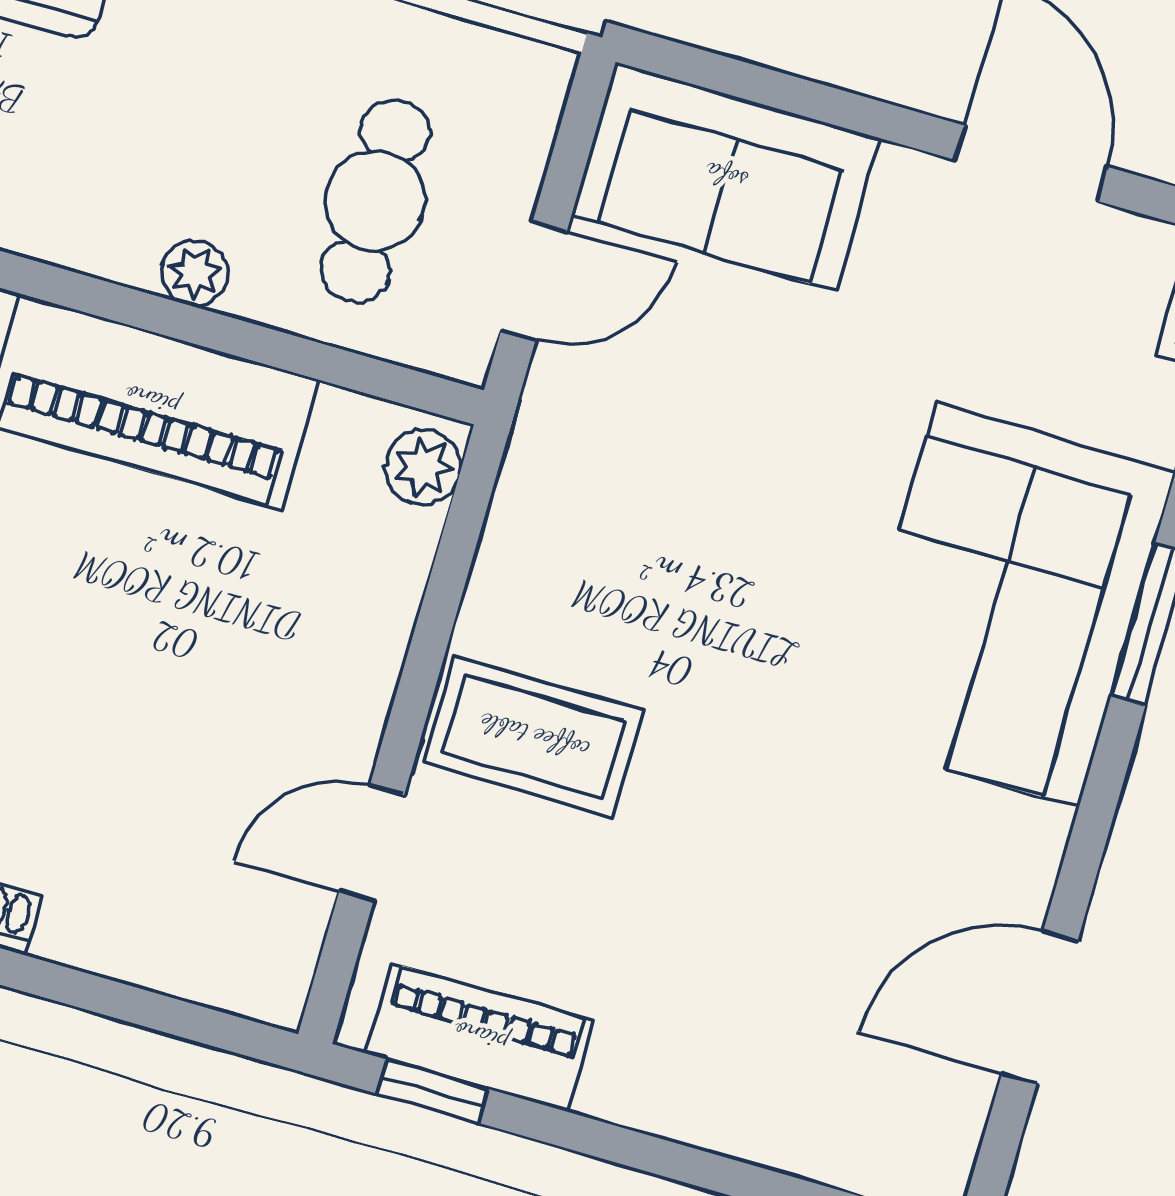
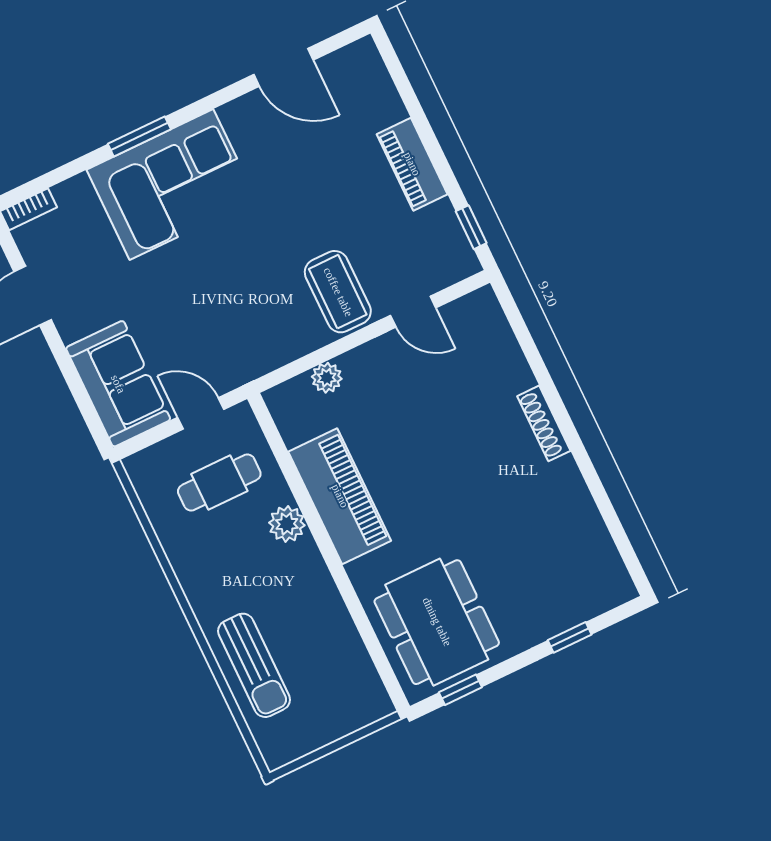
plant: (195, 273) -> (287, 524), width x1.38, depth x1.38
plant: (423, 467) -> (327, 378), moved
piano: (480, 1037) -> (412, 164), moved

